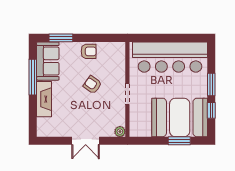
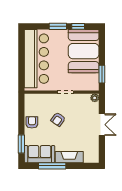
window: (179, 141) -> (102, 74), moved

